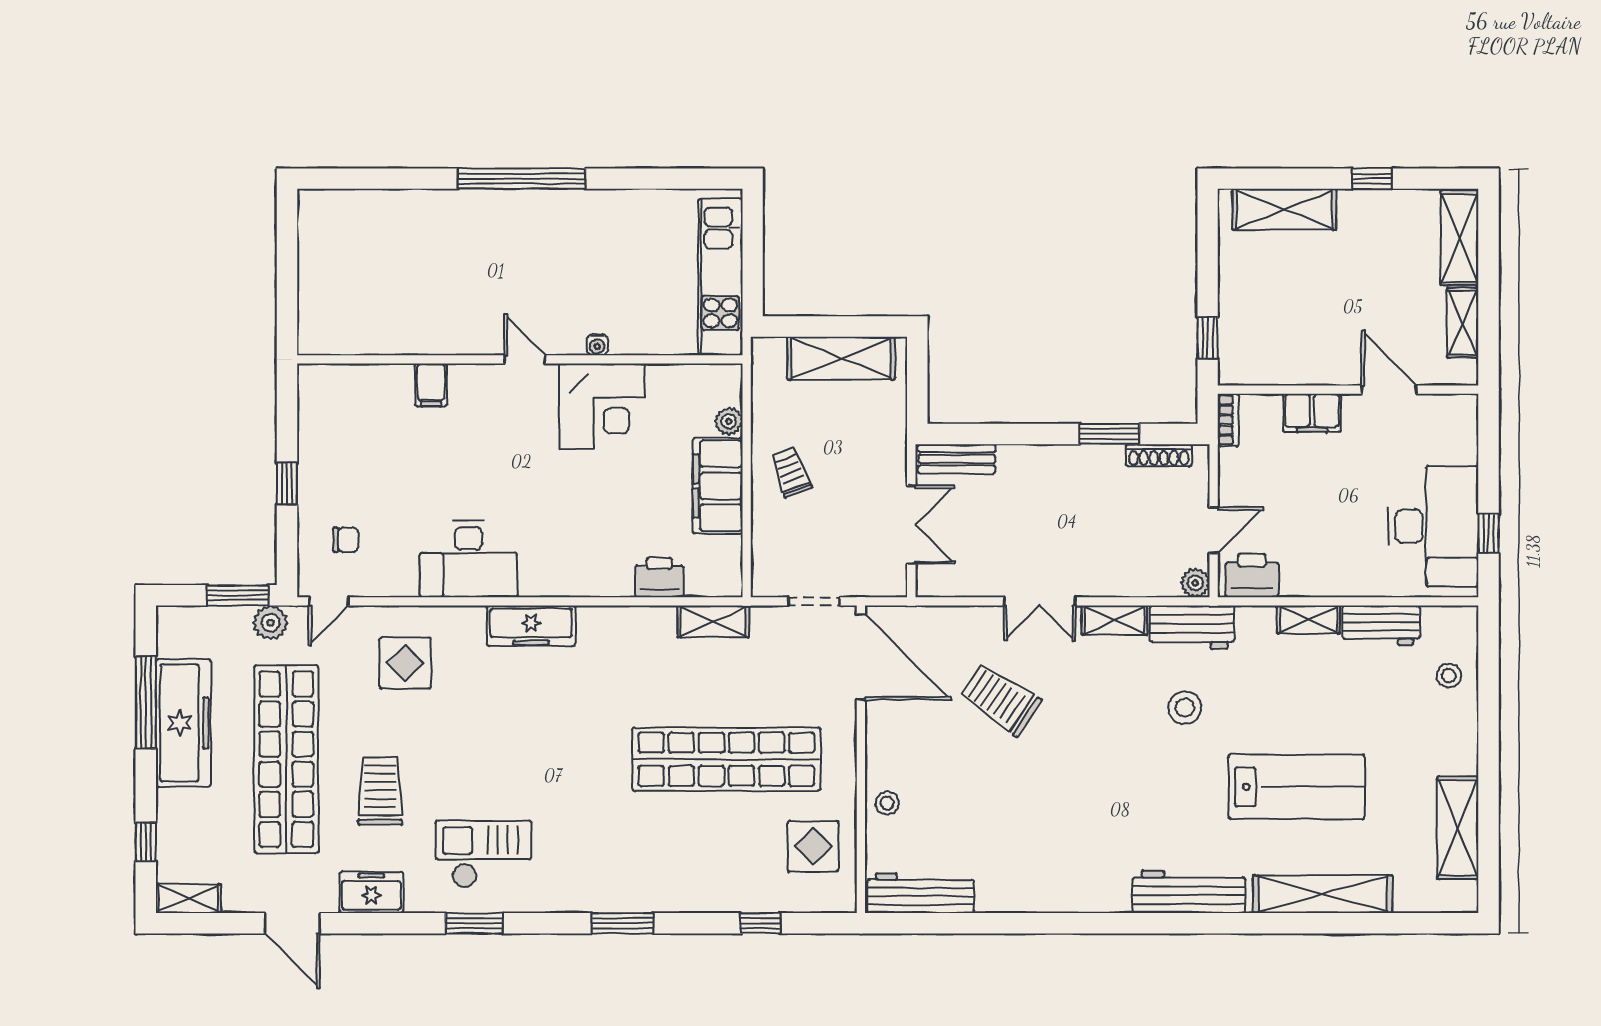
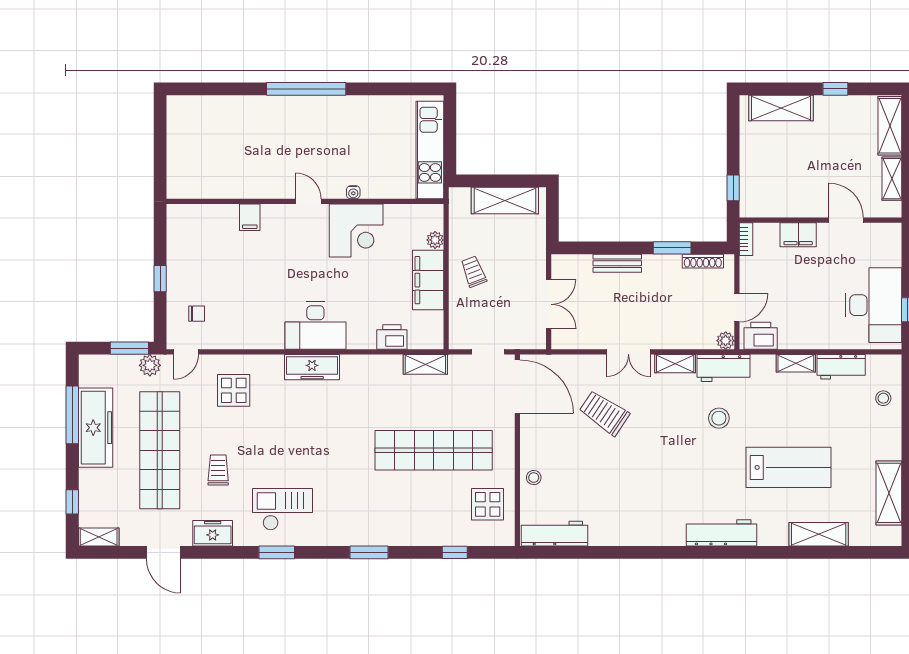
bench: (957, 459) -> (617, 263), moved
desk: (468, 559) -> (315, 326), moved
trolley: (380, 791) -> (218, 470), width x0.73, depth x0.72
shelving: (1323, 894) -> (819, 534), width x0.68

